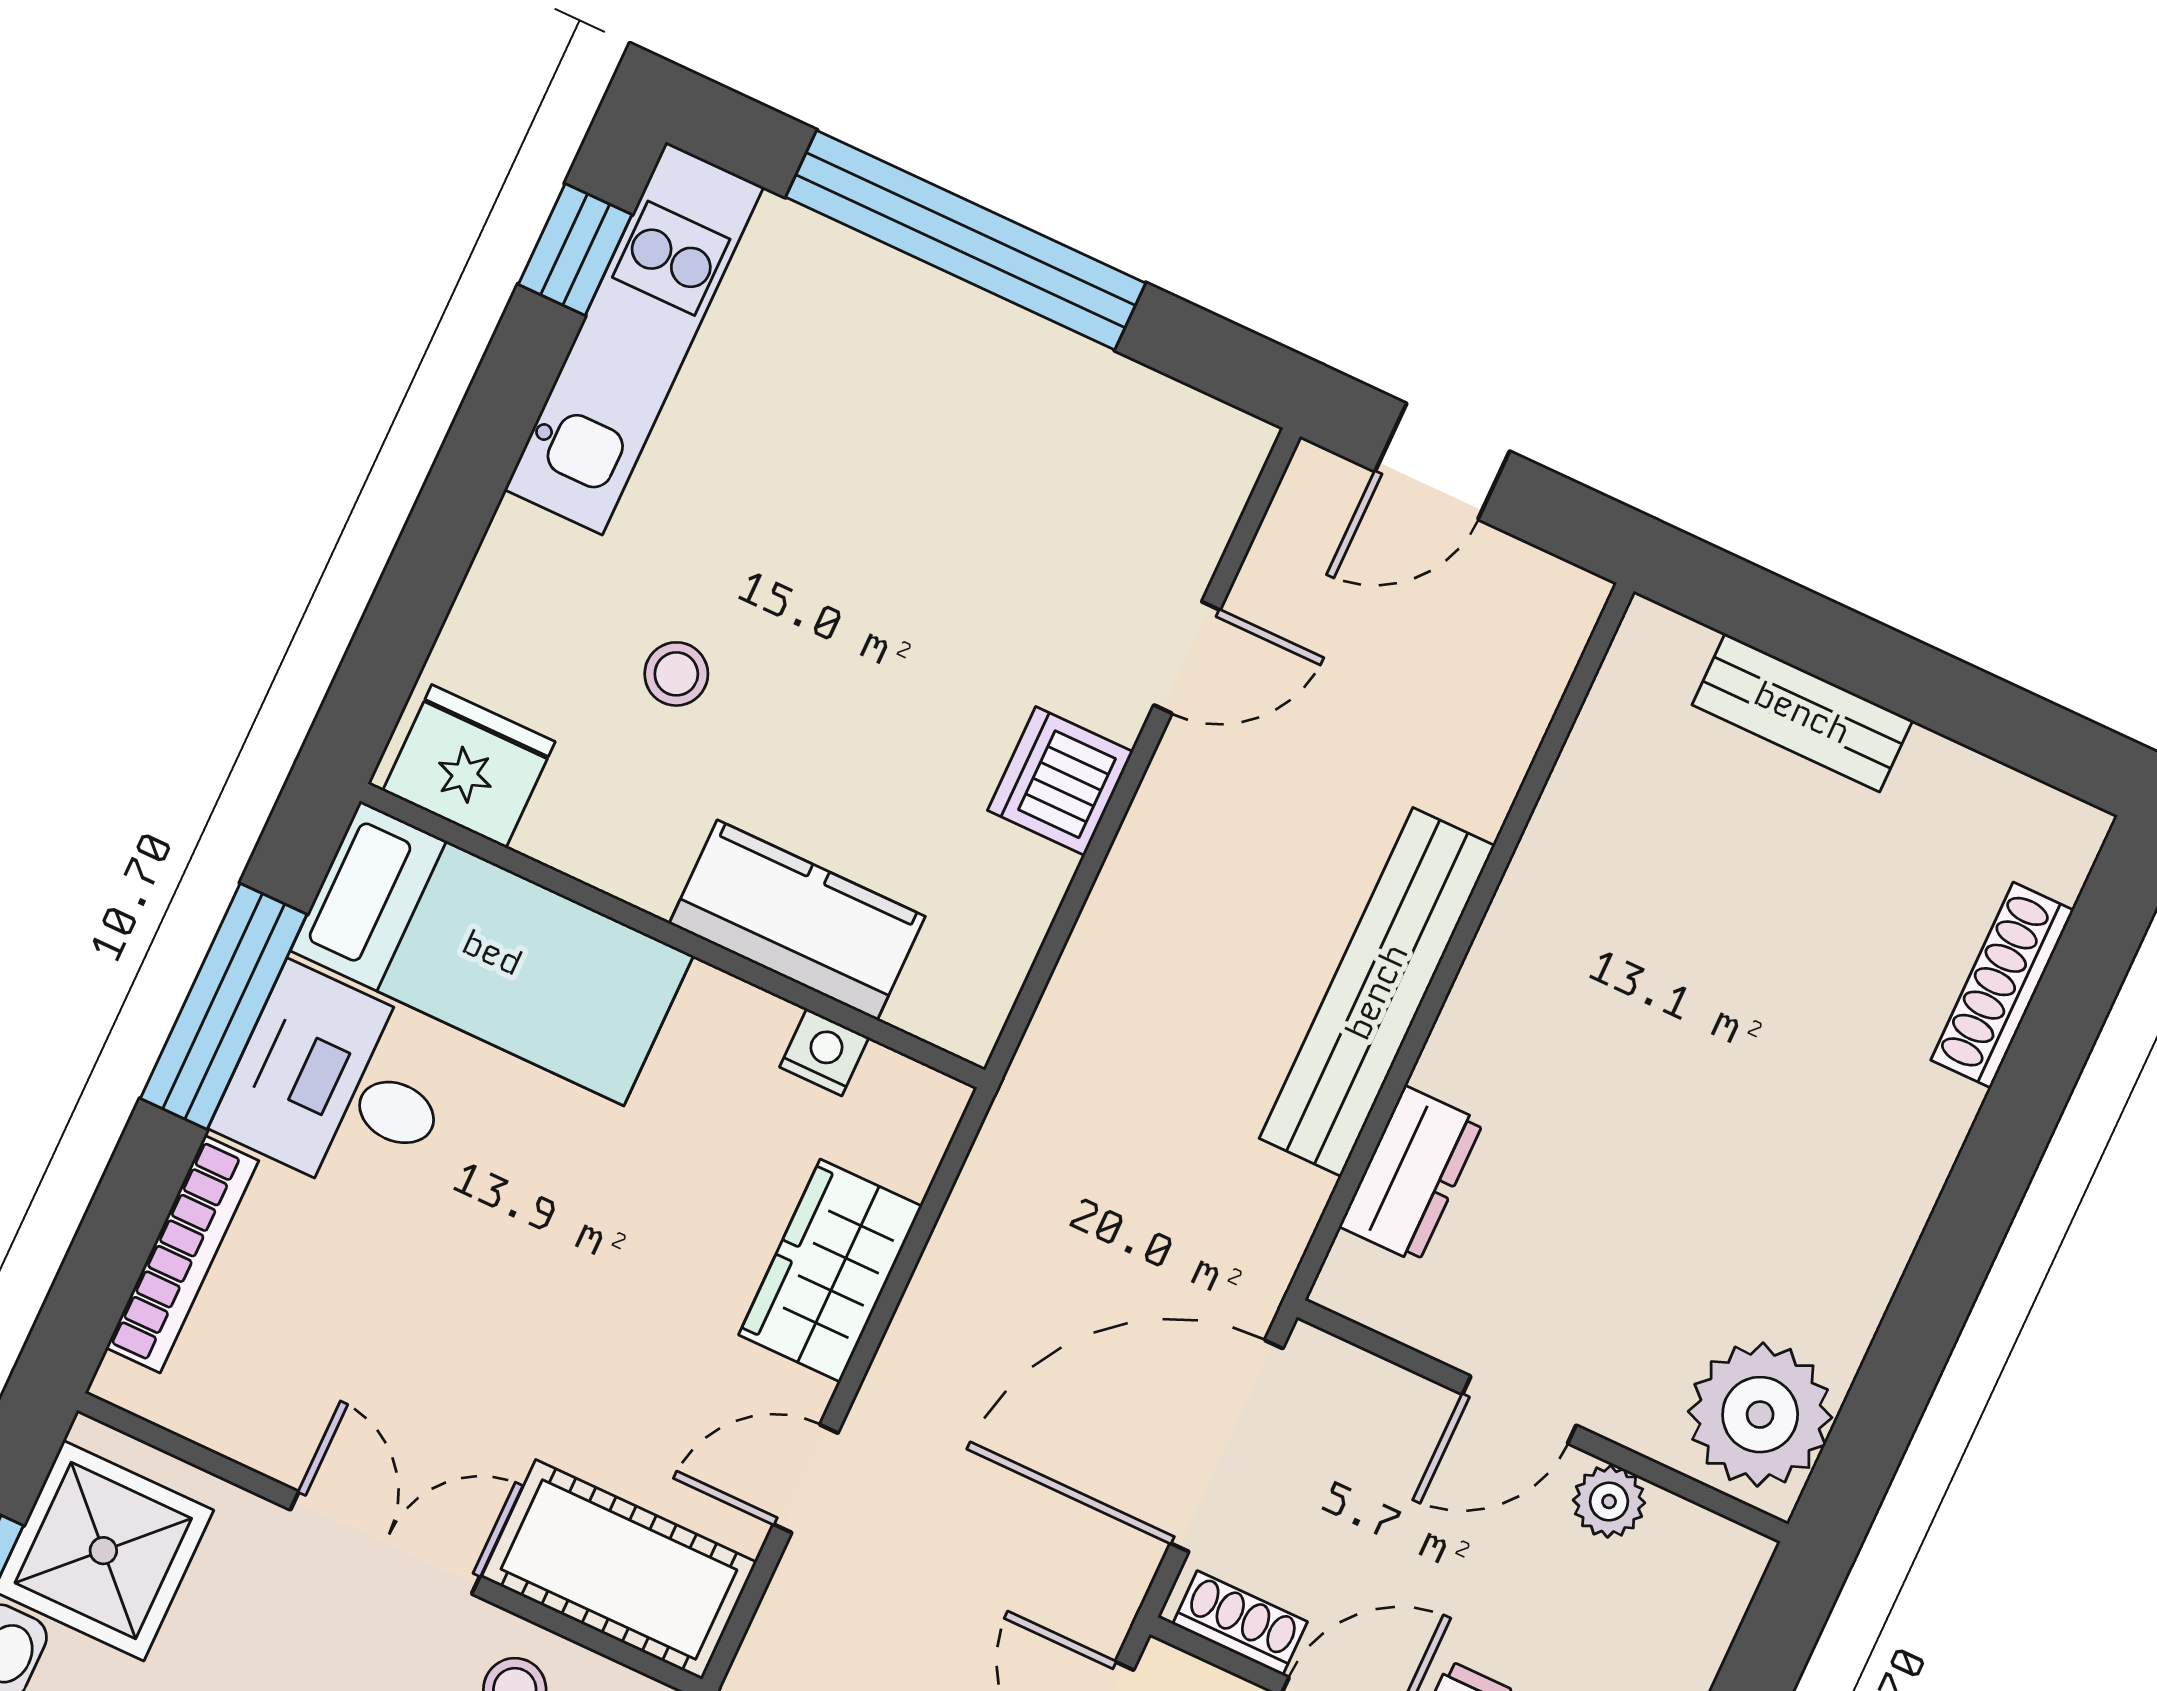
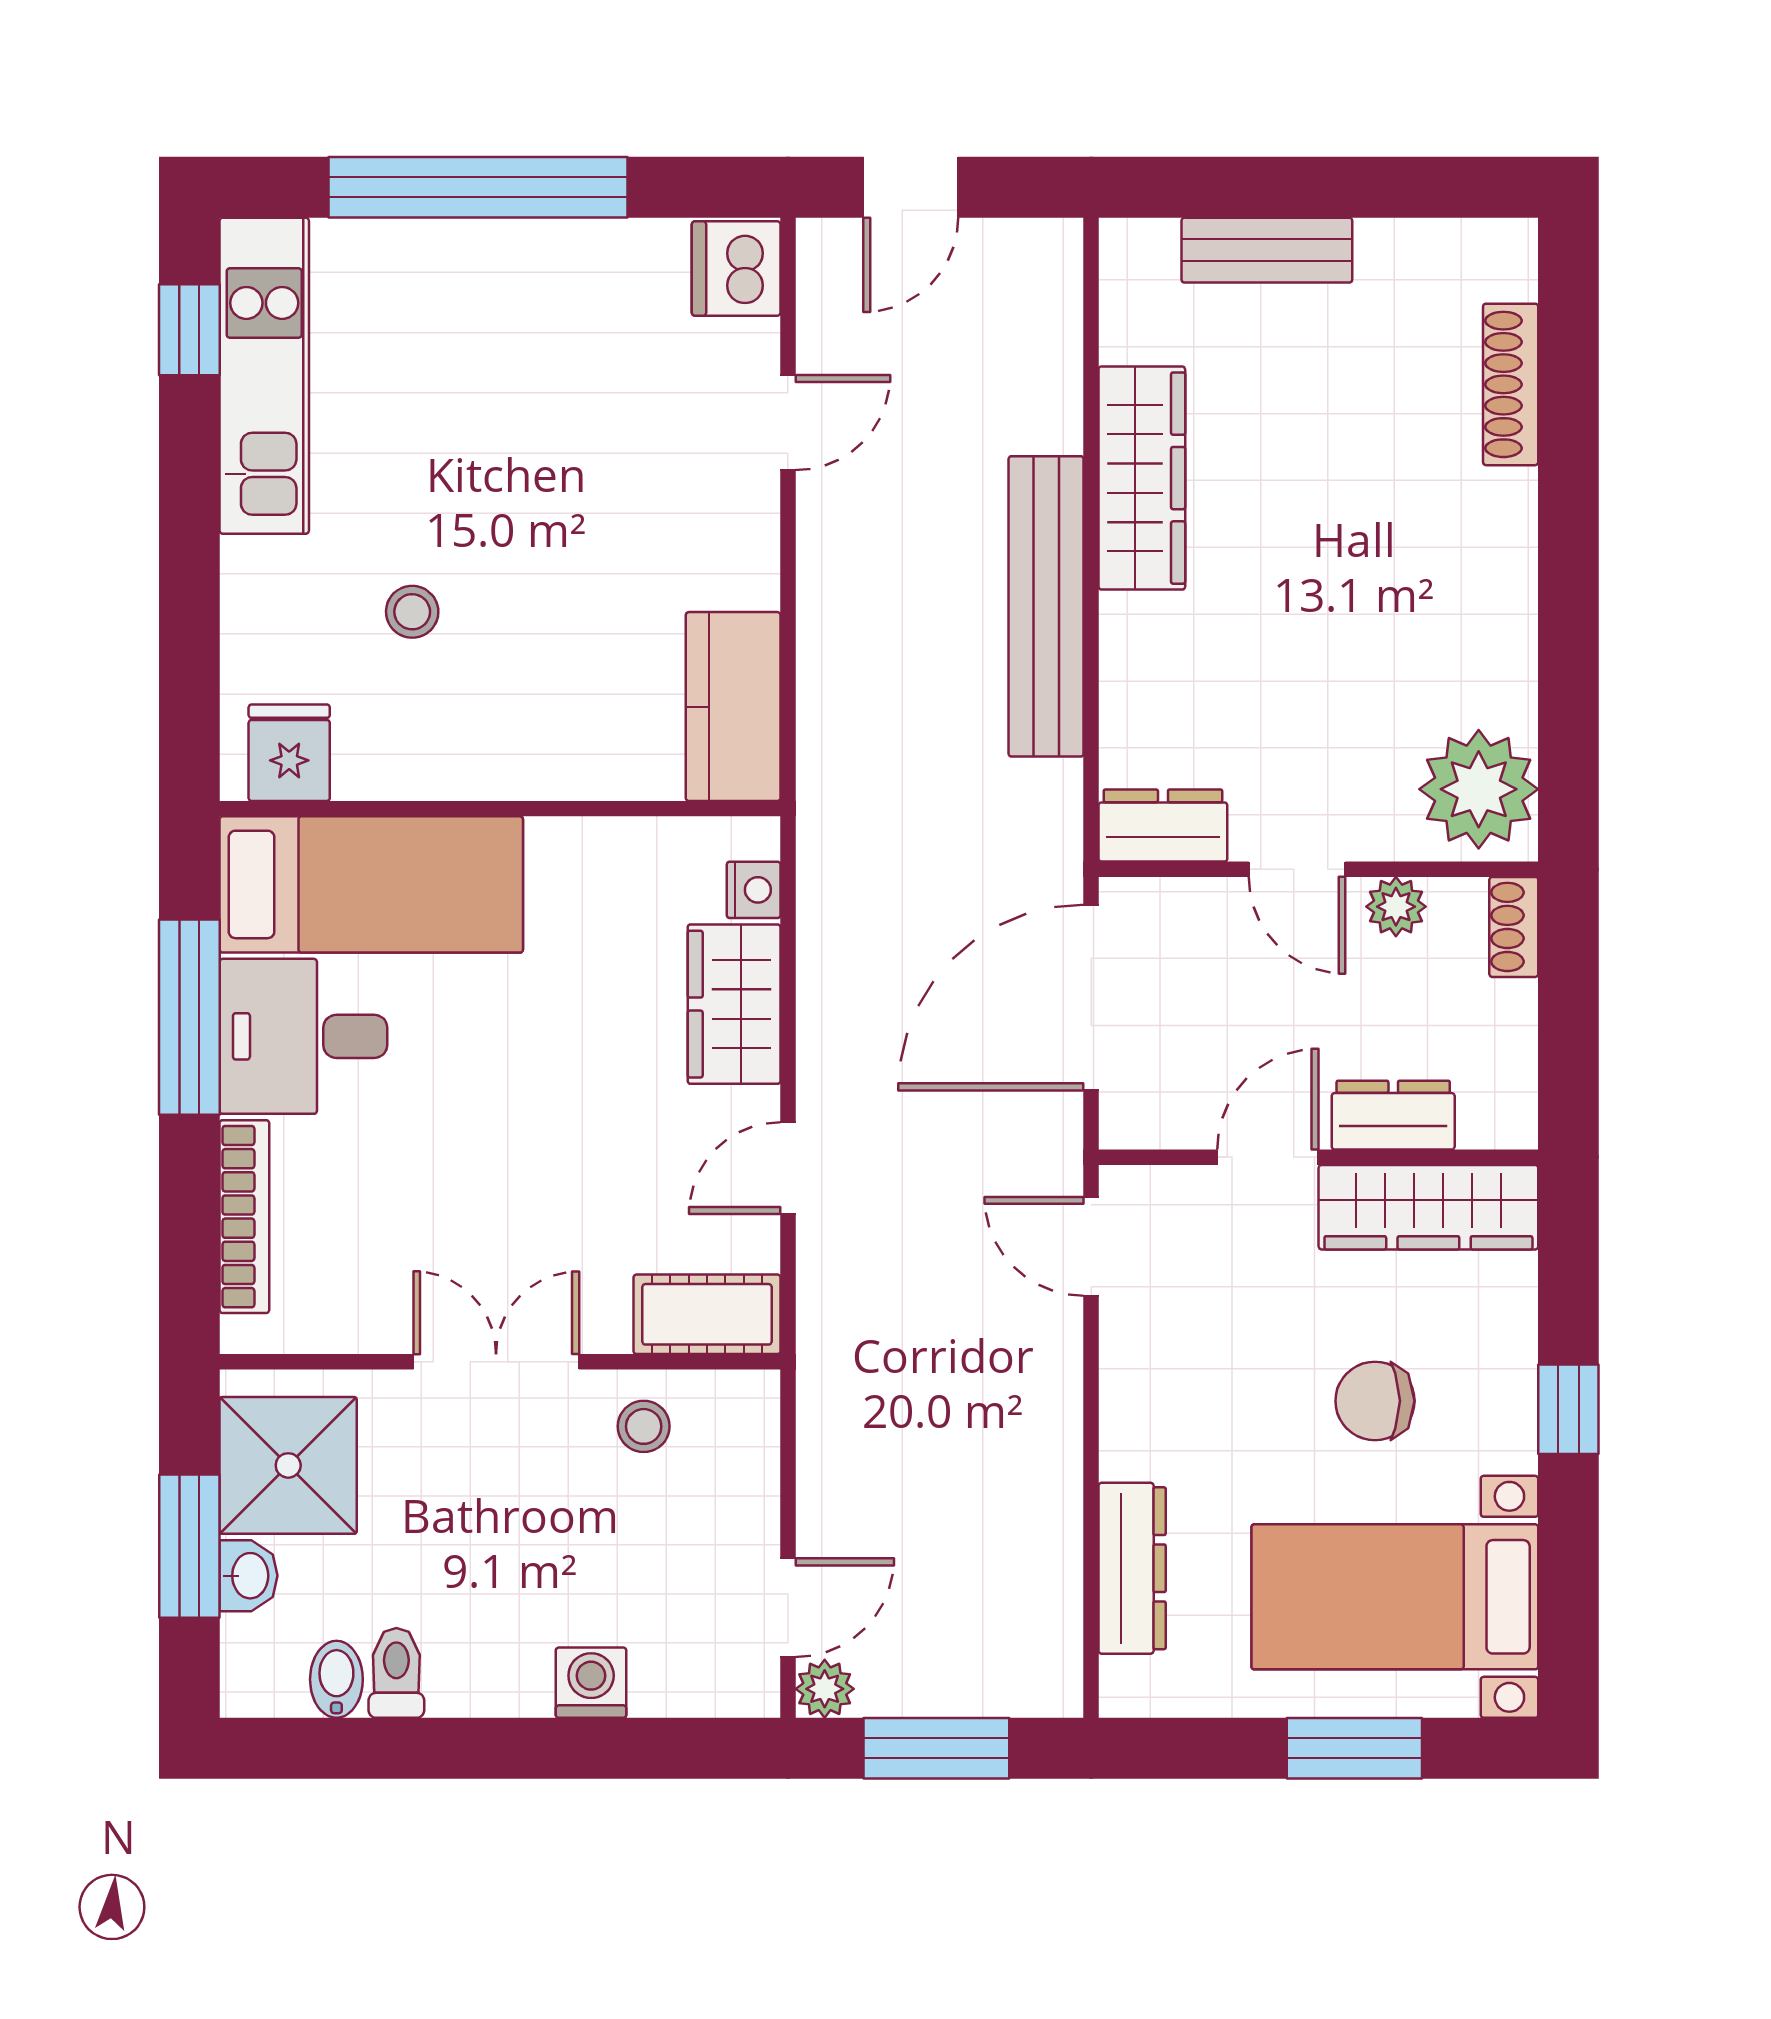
fridge: (469, 766) -> (289, 753), width x0.72
dishwasher: (1060, 781) -> (736, 268), moved
wardrobe: (1548, 900) -> (1142, 478), added
kitchen counter: (797, 920) -> (733, 707), moved, turned -90
nightstand: (824, 1052) -> (754, 890), moved, turned 90
dresser: (1411, 1174) -> (1163, 826), moved, turned -90
door: (1519, 1410) -> (1297, 869), hinge flipped
cot: (619, 1570) -> (707, 1314), width x0.73, depth x0.75
shoe rack: (1240, 1623) -> (1514, 927), moved, turned -90

